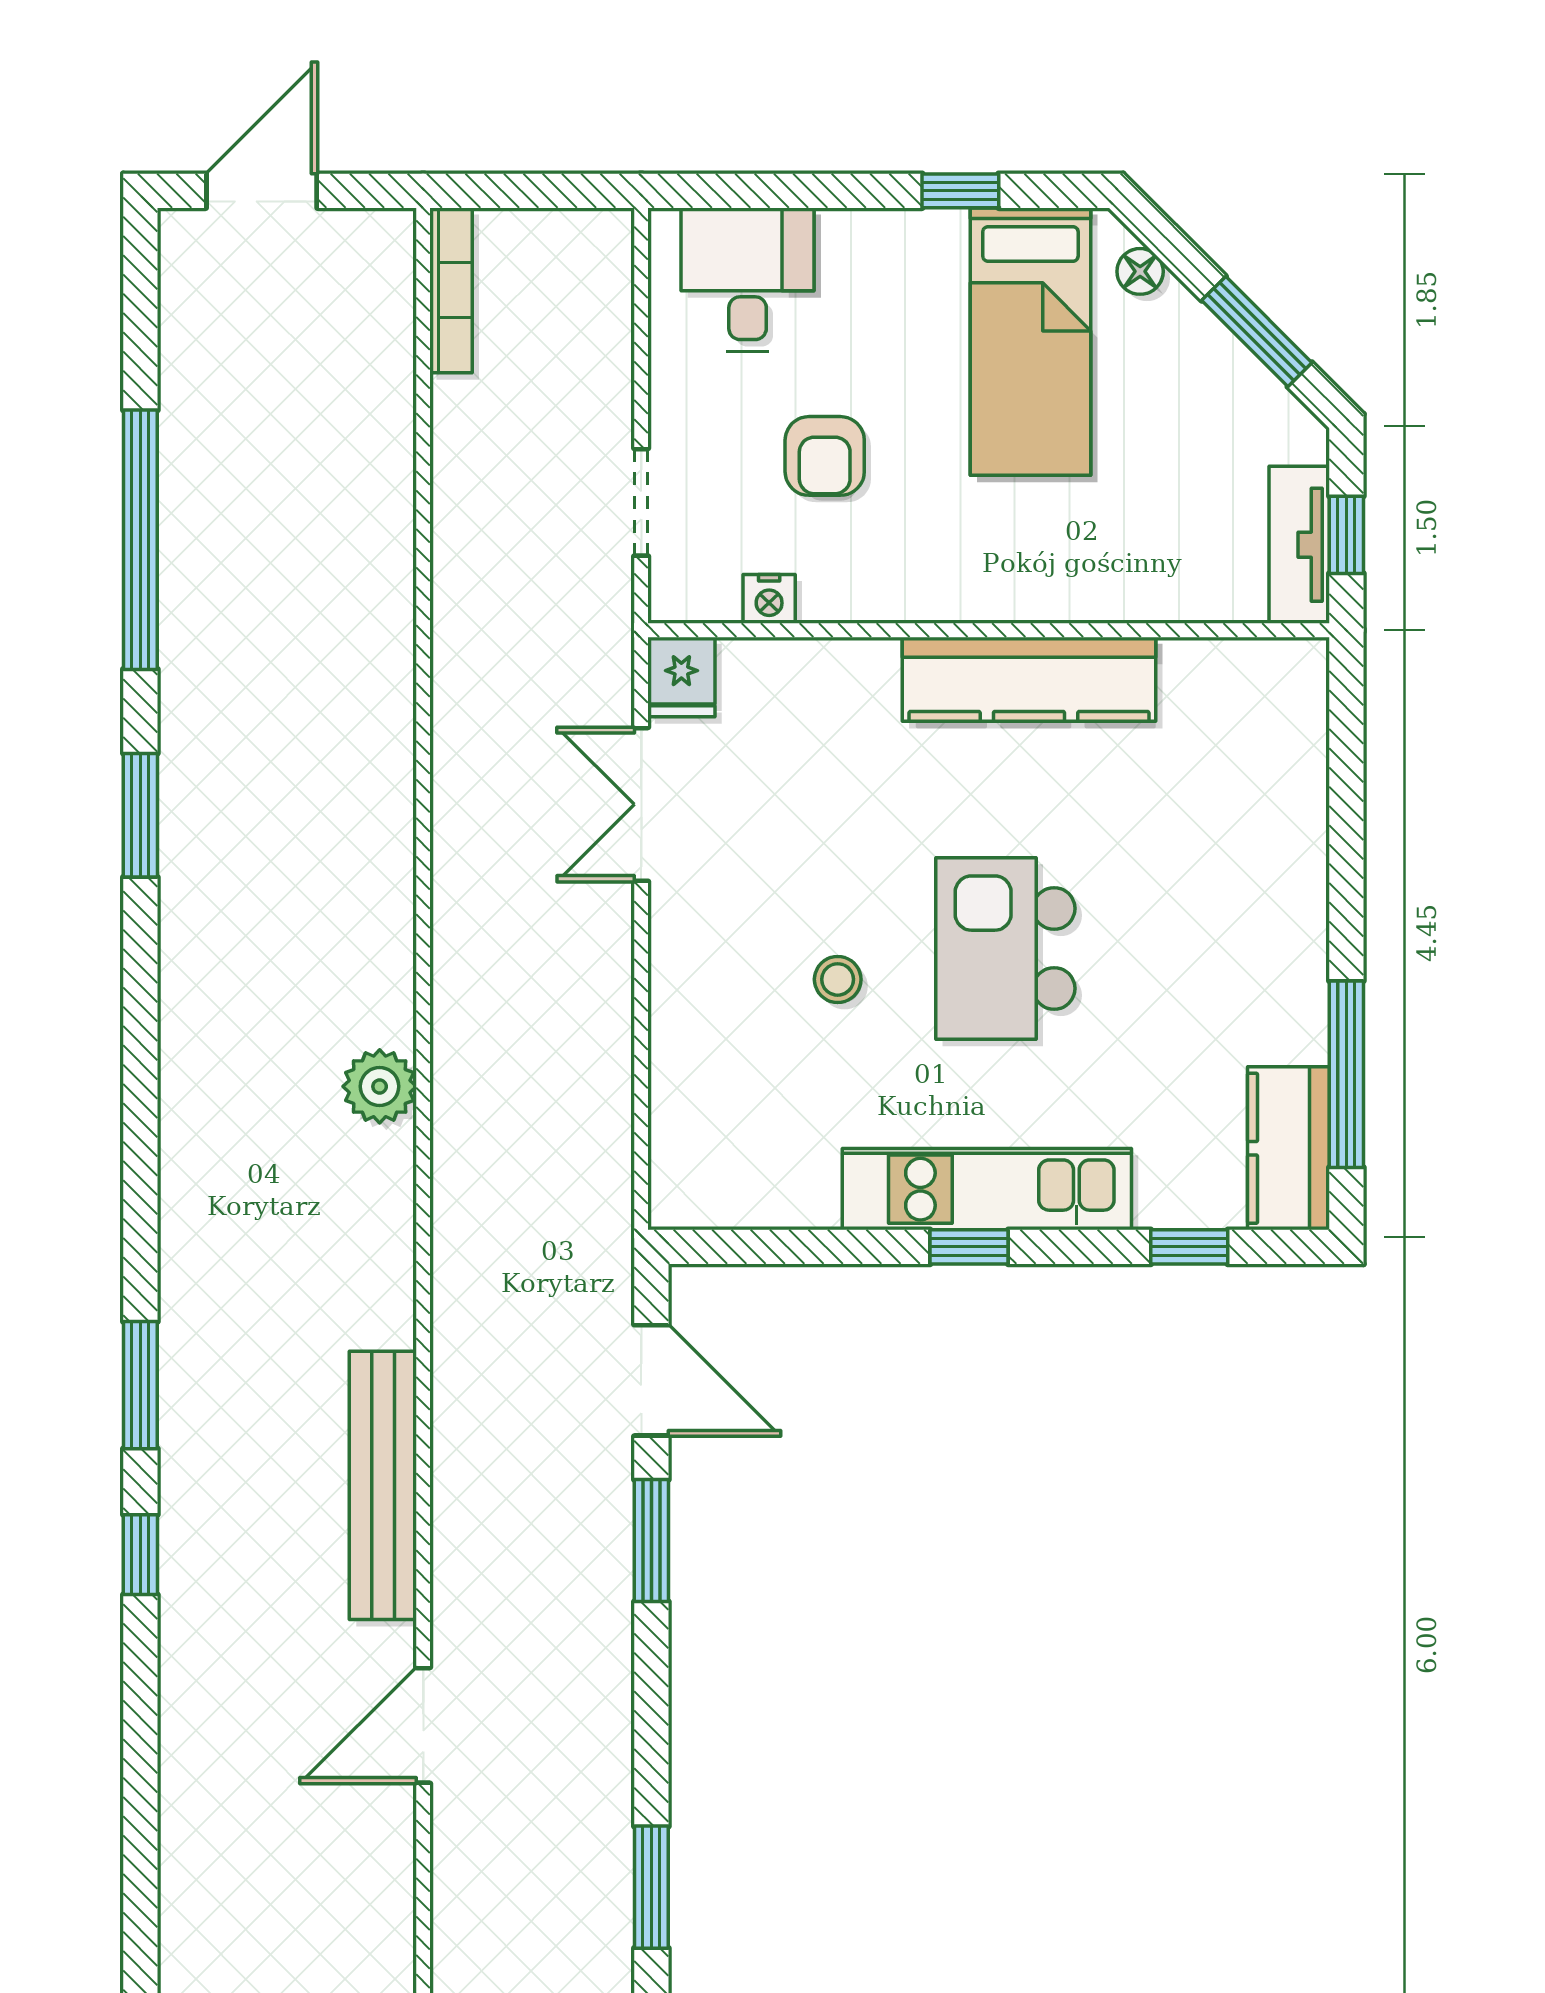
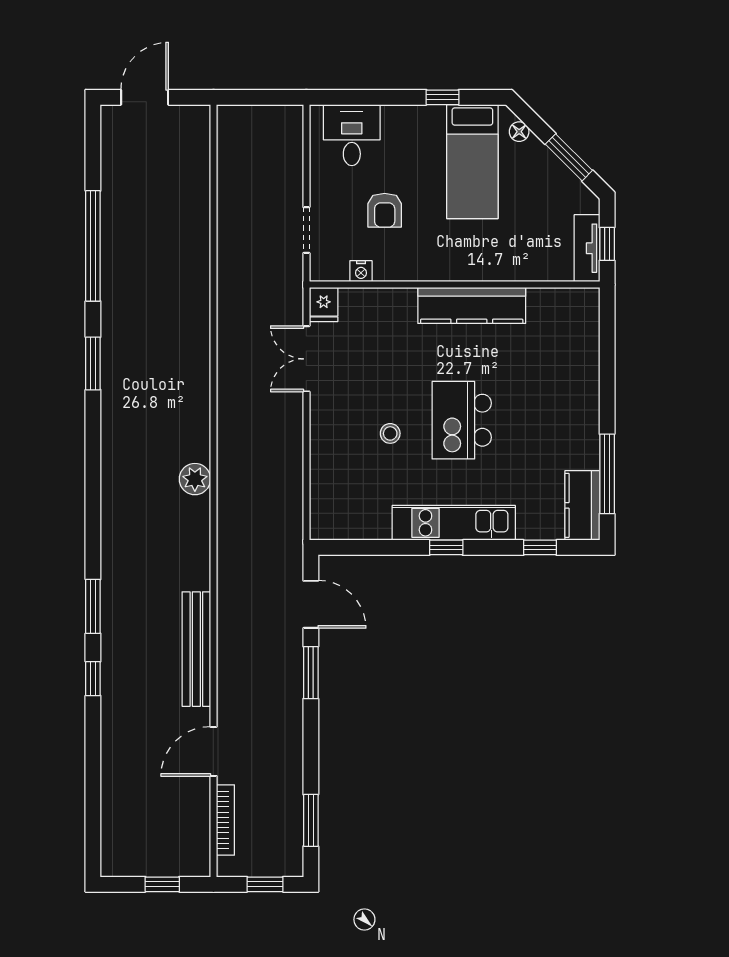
bookcase: (451, 290) -> (225, 820), moved

